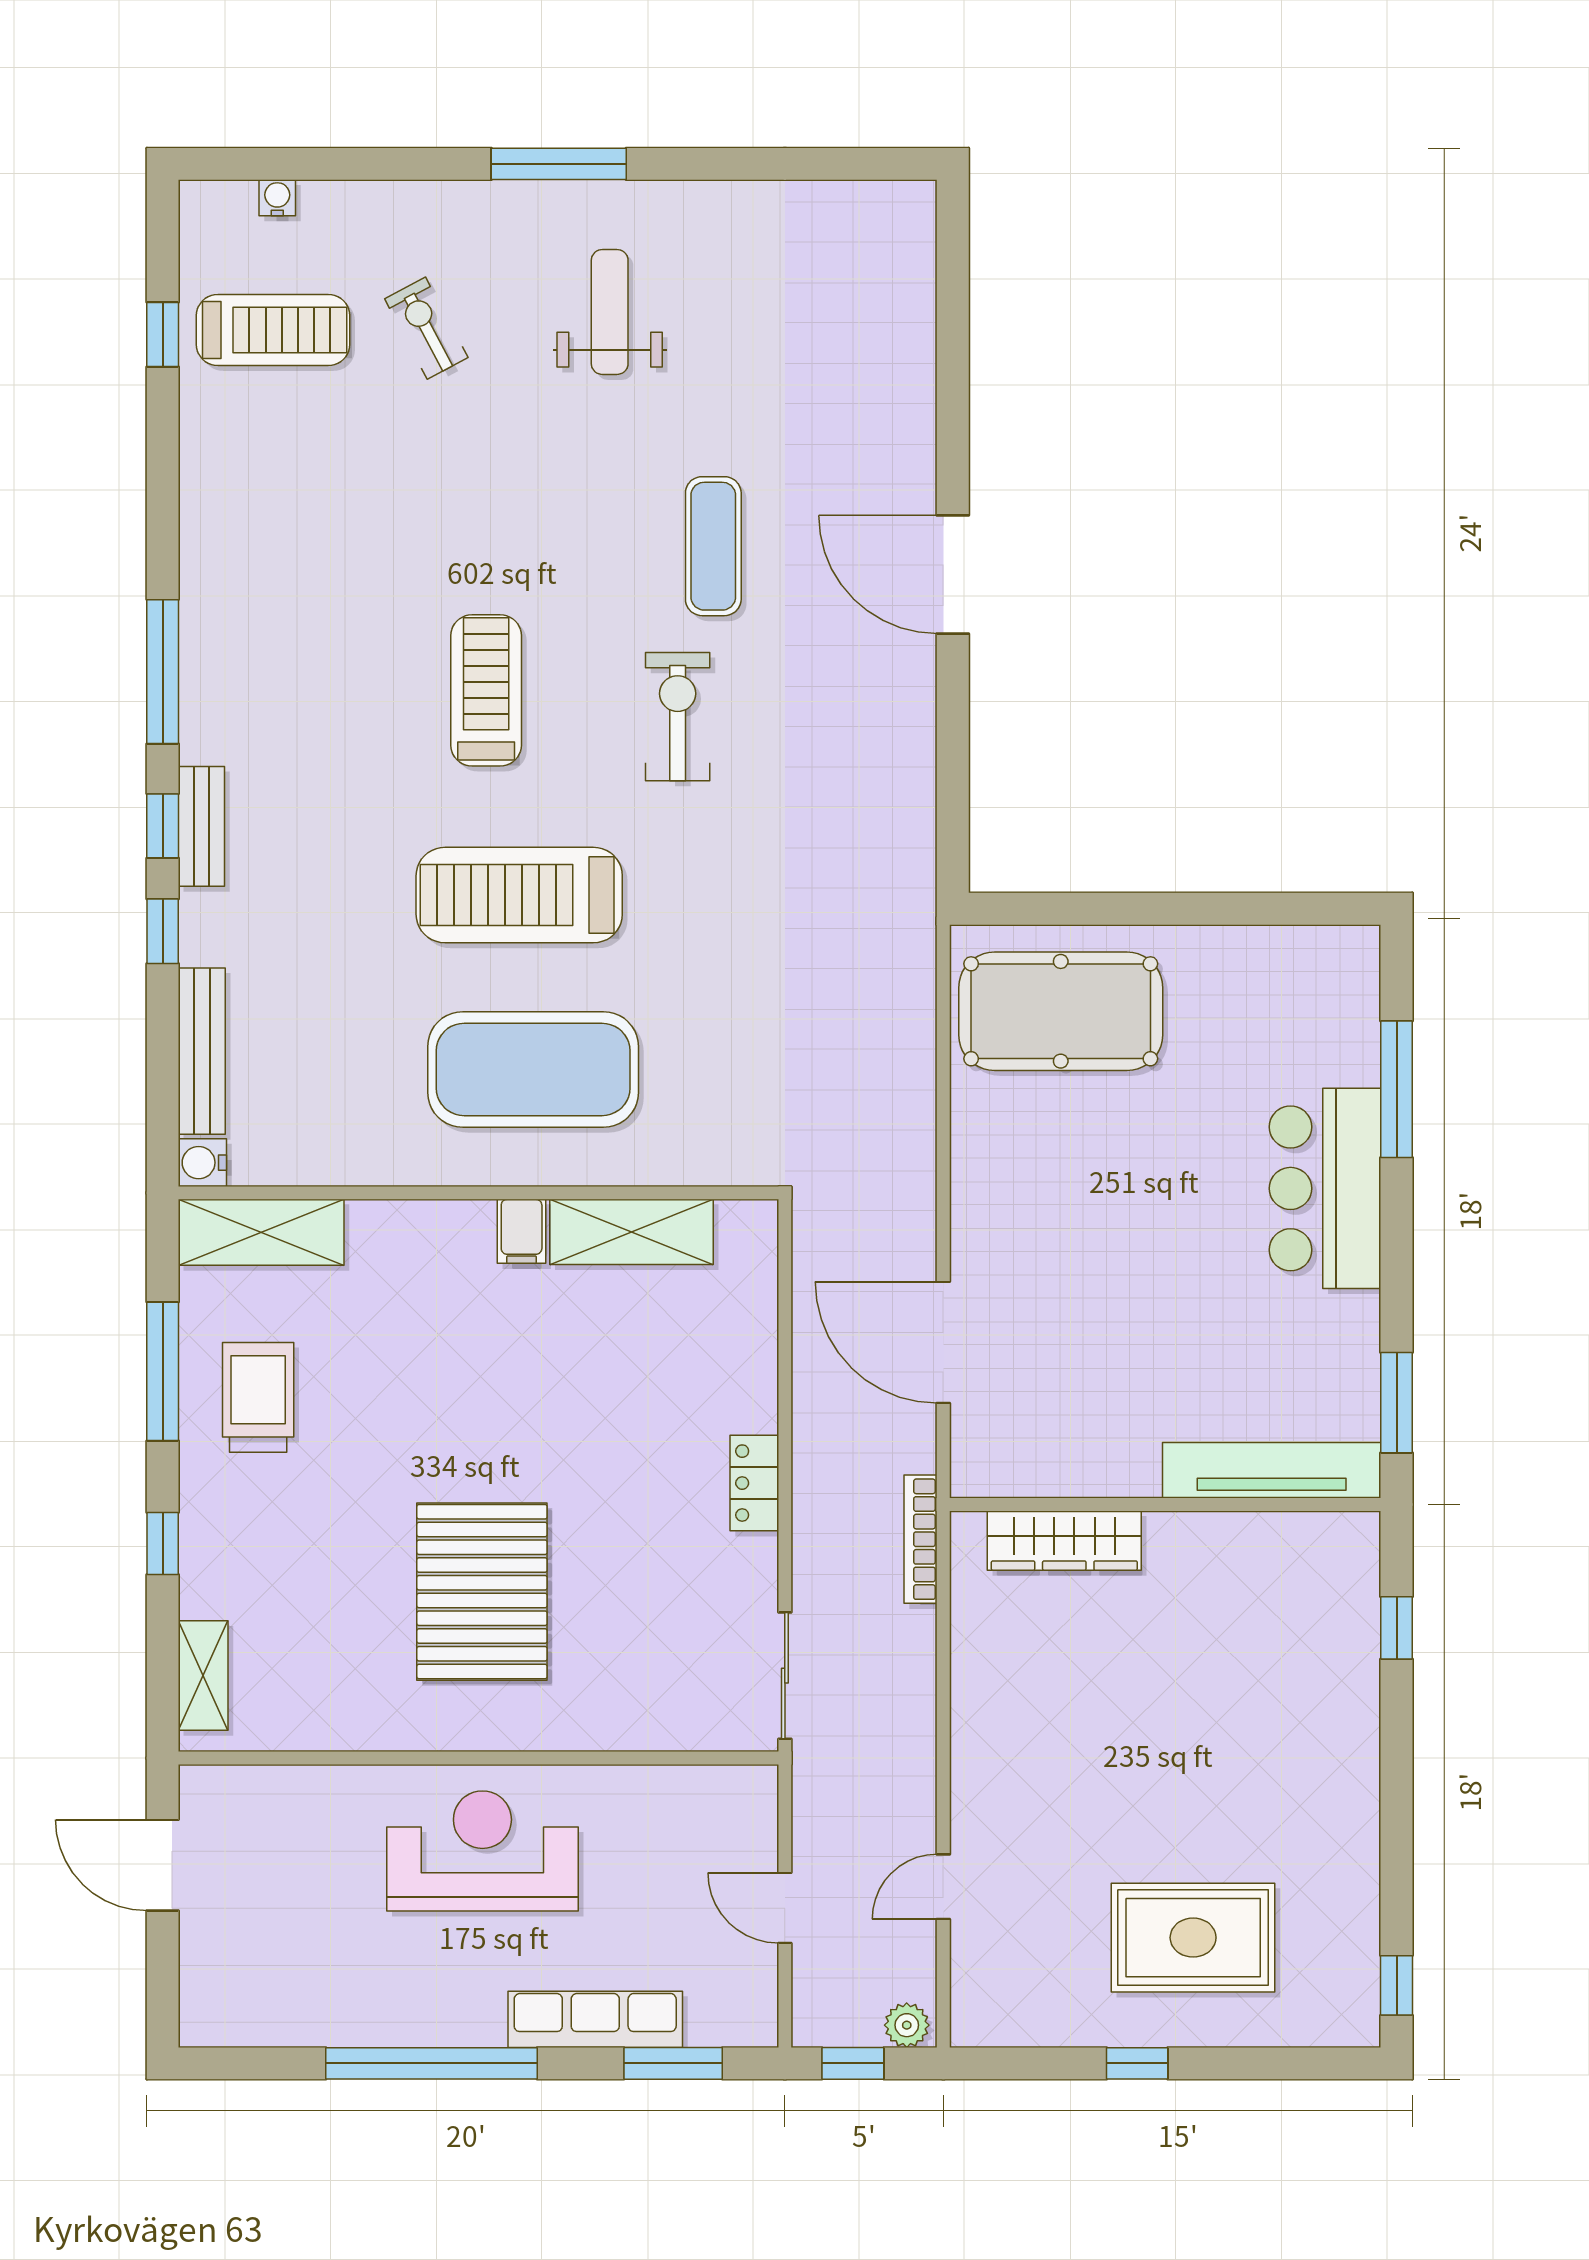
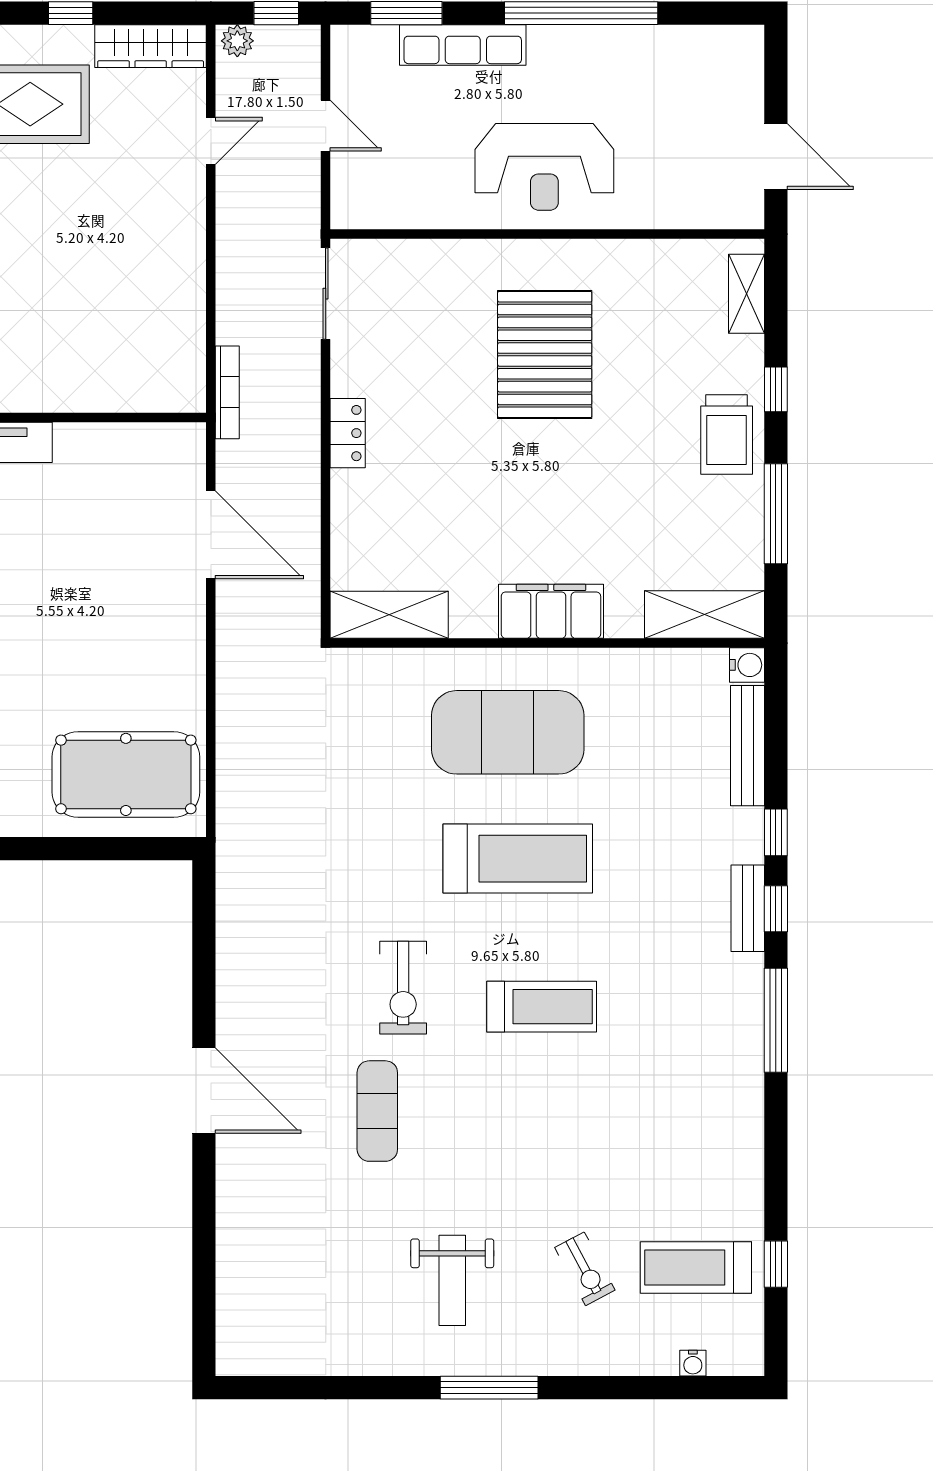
treadmill: (486, 690) -> (542, 1007), turned -90
filing cabinet: (522, 1231) -> (551, 611), width x3.00, depth x1.17
shelving: (631, 1232) -> (389, 615), moved
trolley: (258, 1397) -> (727, 434), moved
wardrobe: (1064, 1541) -> (151, 46), moved, turned 180

